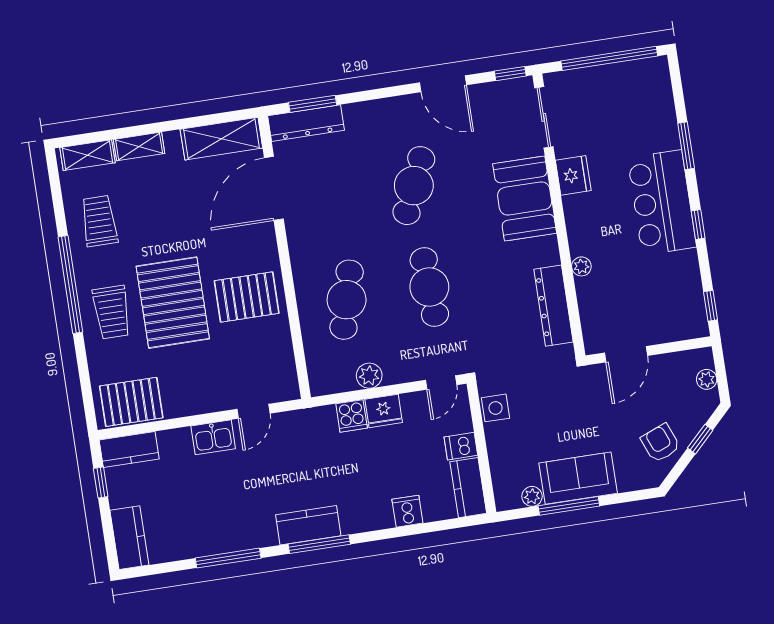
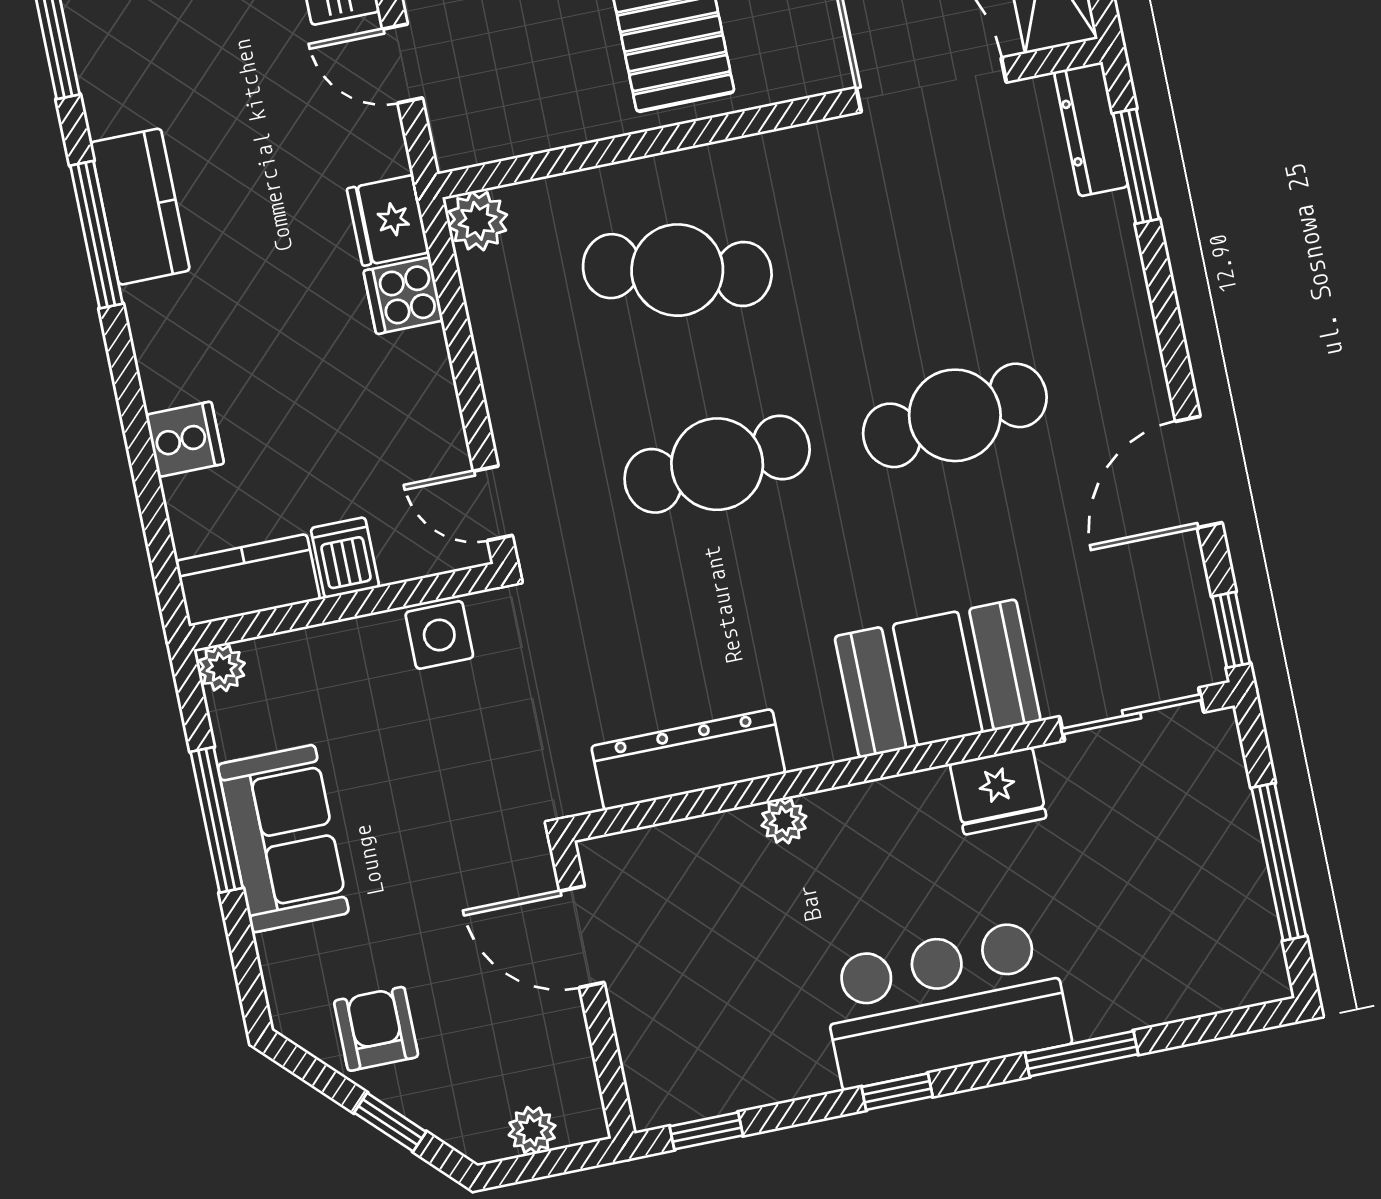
window: (609, 58) -> (1279, 862), width x0.68
dresser: (306, 123) -> (1091, 129), width x0.73, depth x0.80
cafe table: (414, 186) -> (955, 415), turned -30
plant: (369, 376) -> (478, 221), moved
fridge: (384, 411) -> (388, 220), moved
armchair: (660, 443) -> (376, 1029), turned -68
plant: (532, 496) -> (222, 668), moved

